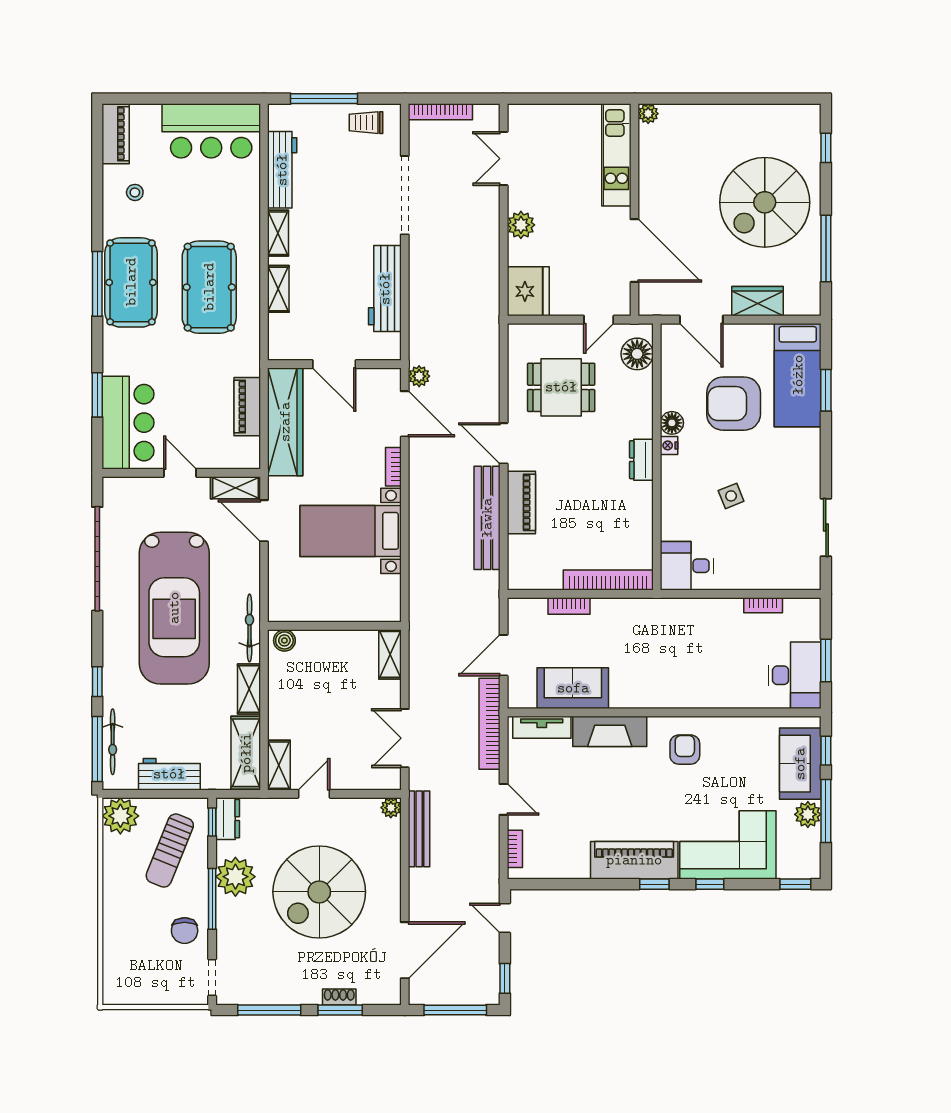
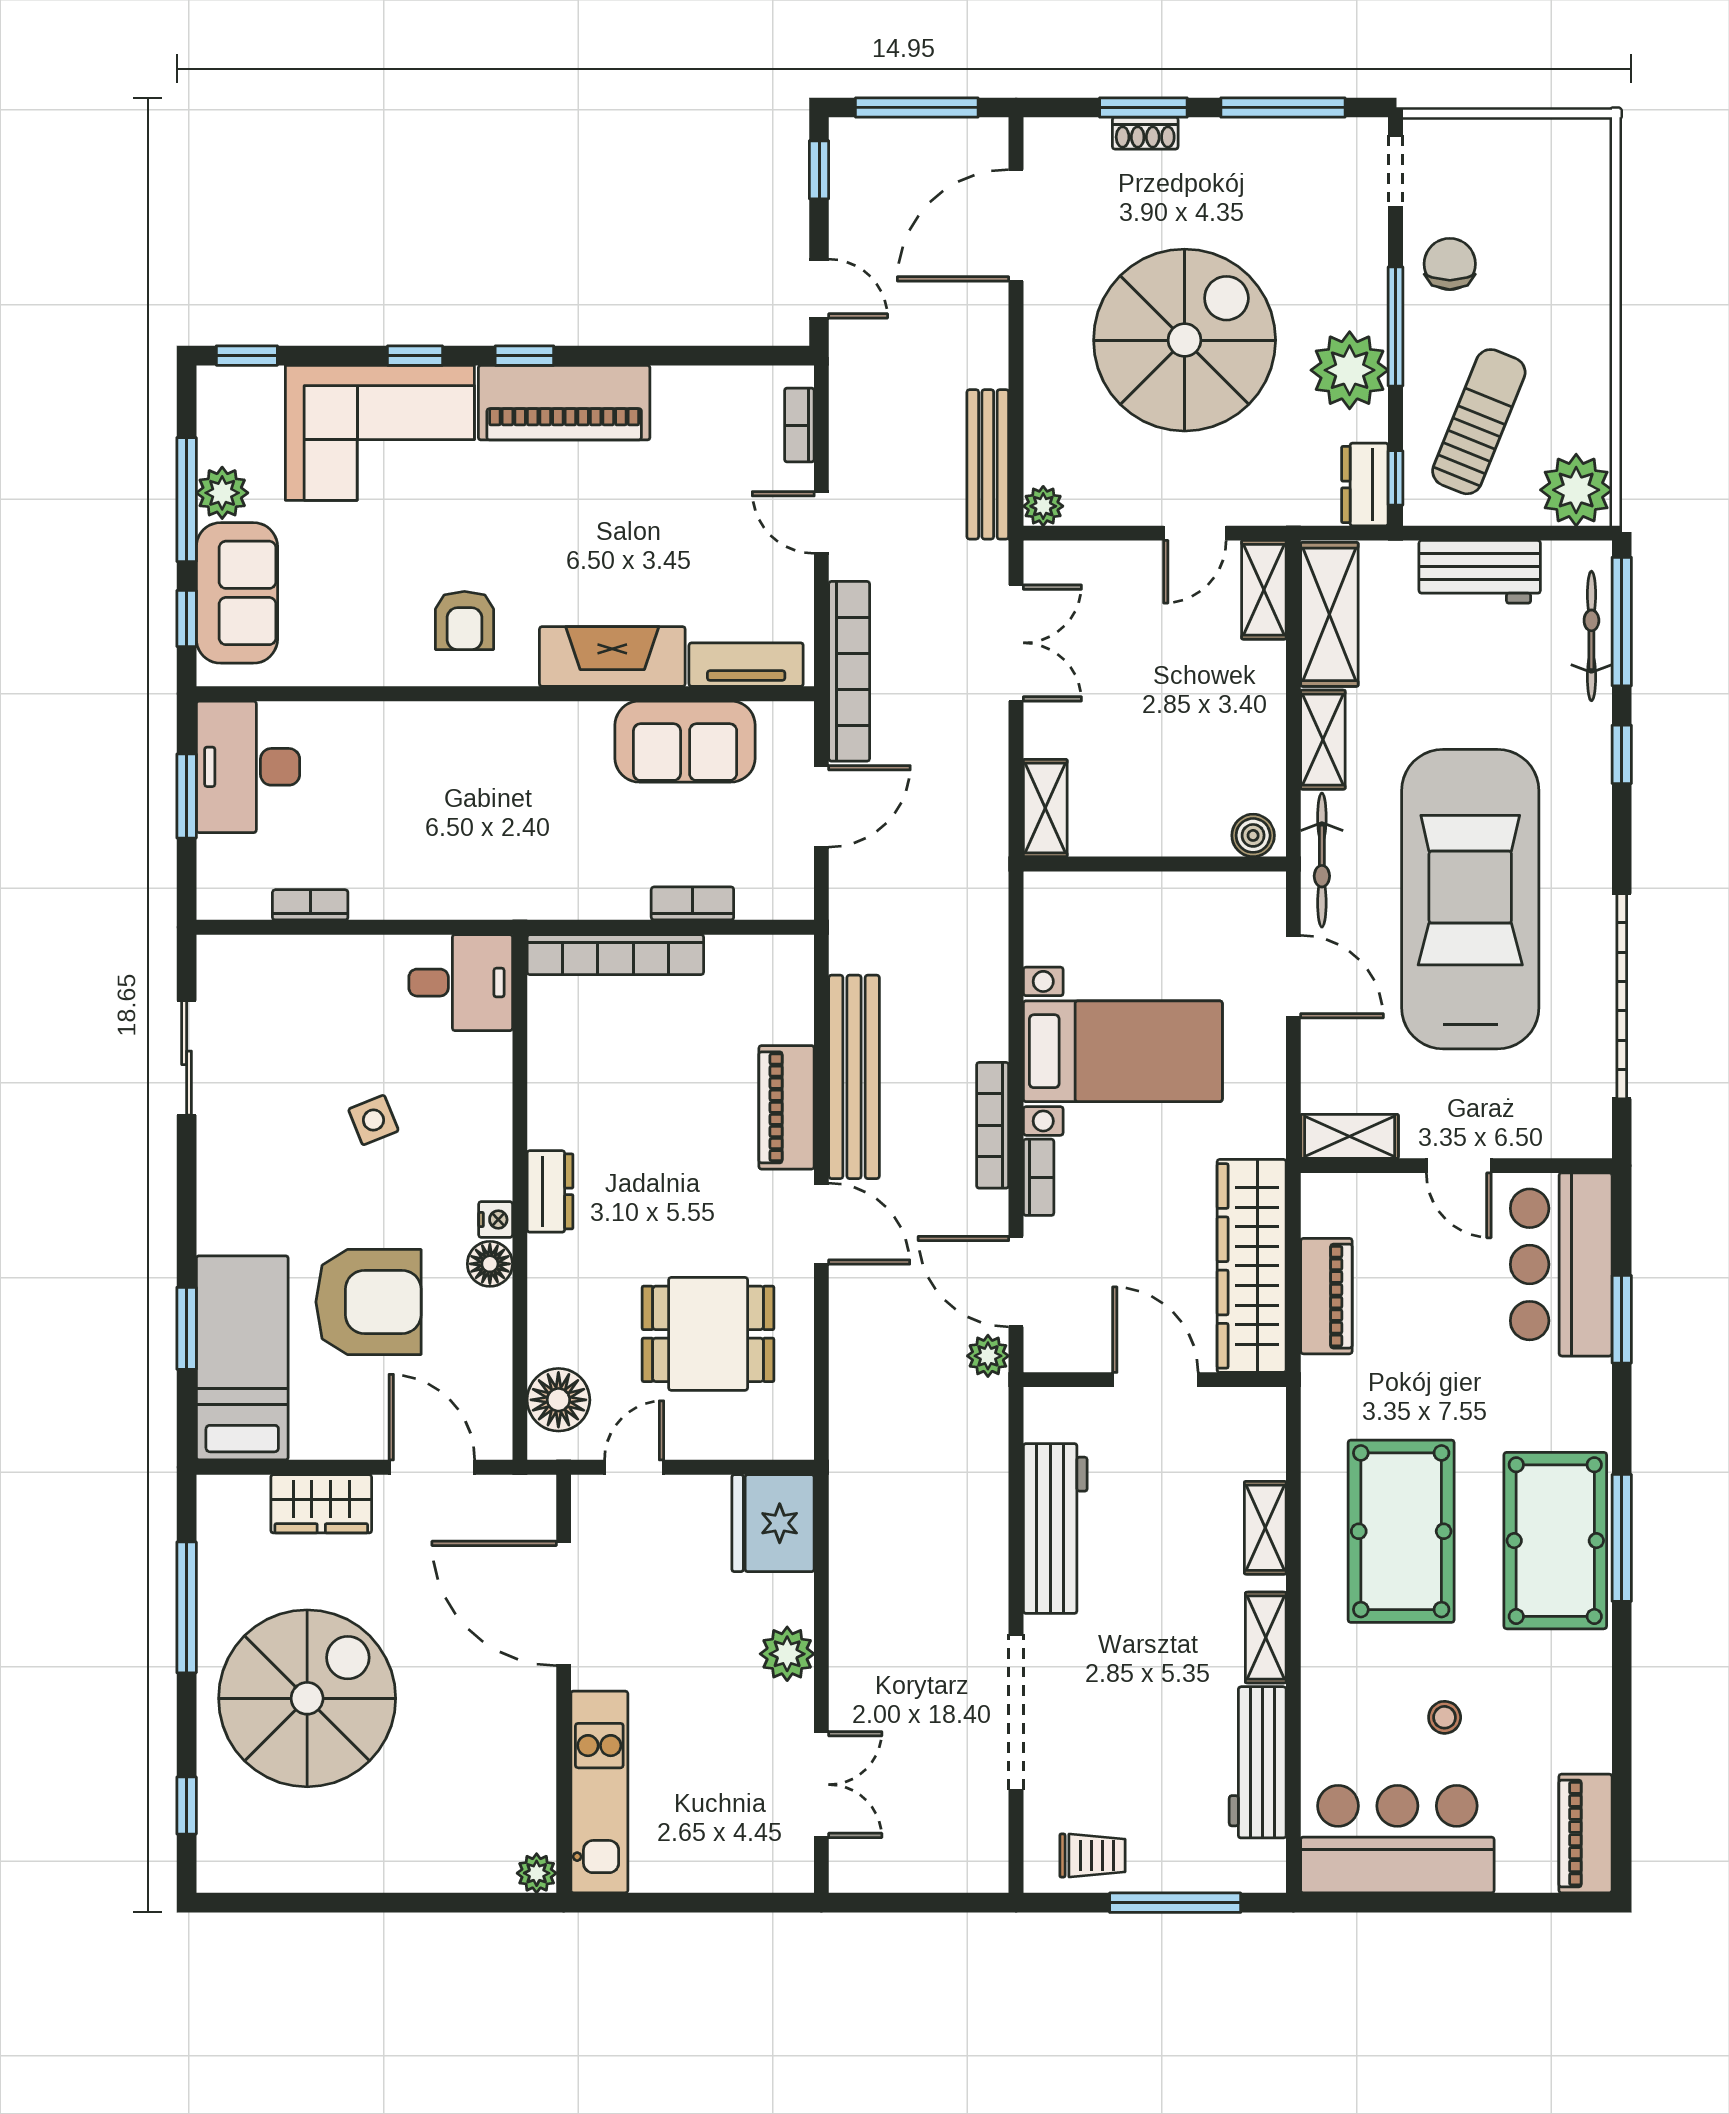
bookcase: (440, 112) -> (993, 1125), moved, turned -90
stool: (135, 192) -> (1445, 1717), moved
door: (264, 521) -> (1293, 977), moved

